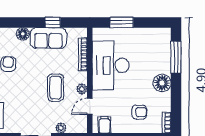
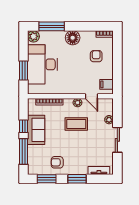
window: (22, 22) -> (24, 152), added
floor lamp: (23, 34) -> (33, 151), removed
plant: (164, 35) -> (33, 36), added
desk: (111, 65) -> (43, 64), moved, turned 90

